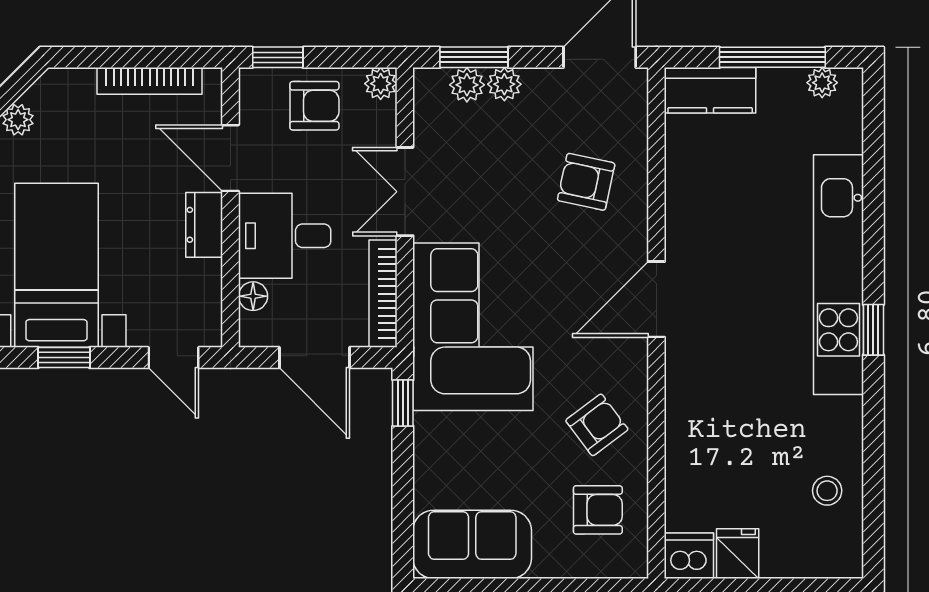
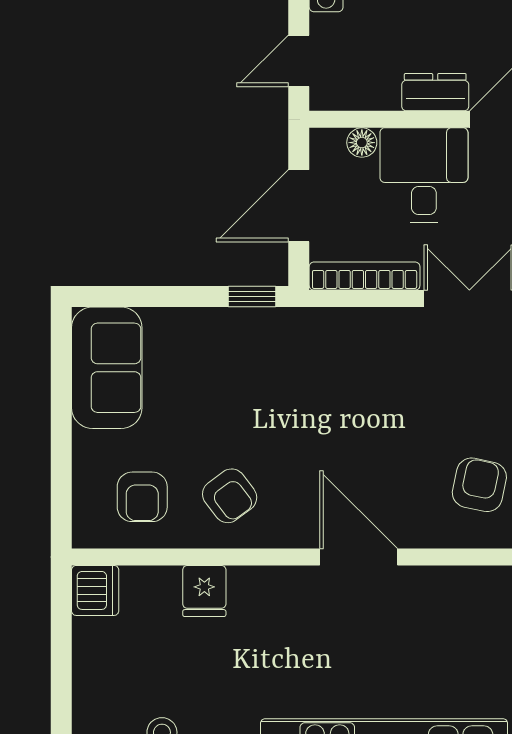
corner sofa: (473, 327) -> (330, 368), removed
fridge: (738, 554) -> (204, 591), moved, turned 90

